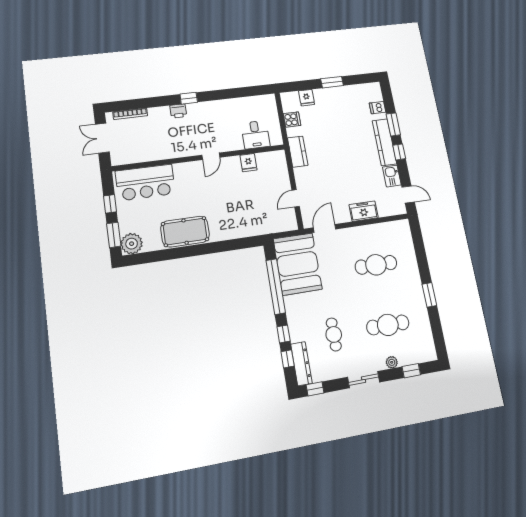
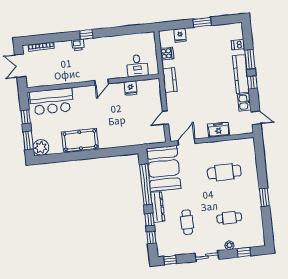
cafe table: (388, 325) -> (229, 218), width x0.73, depth x0.74
dresser: (301, 364) -> (158, 207), moved

